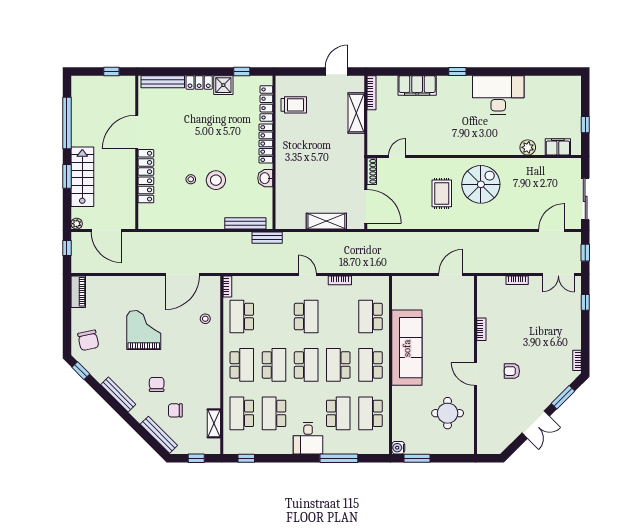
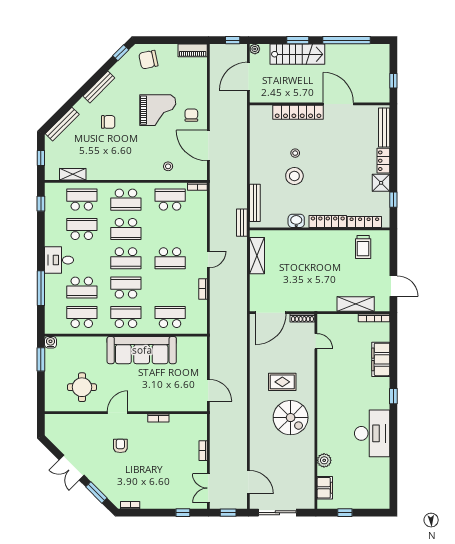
shelving: (326, 221) -> (257, 256), moved
chair: (175, 410) -> (191, 115), moved

